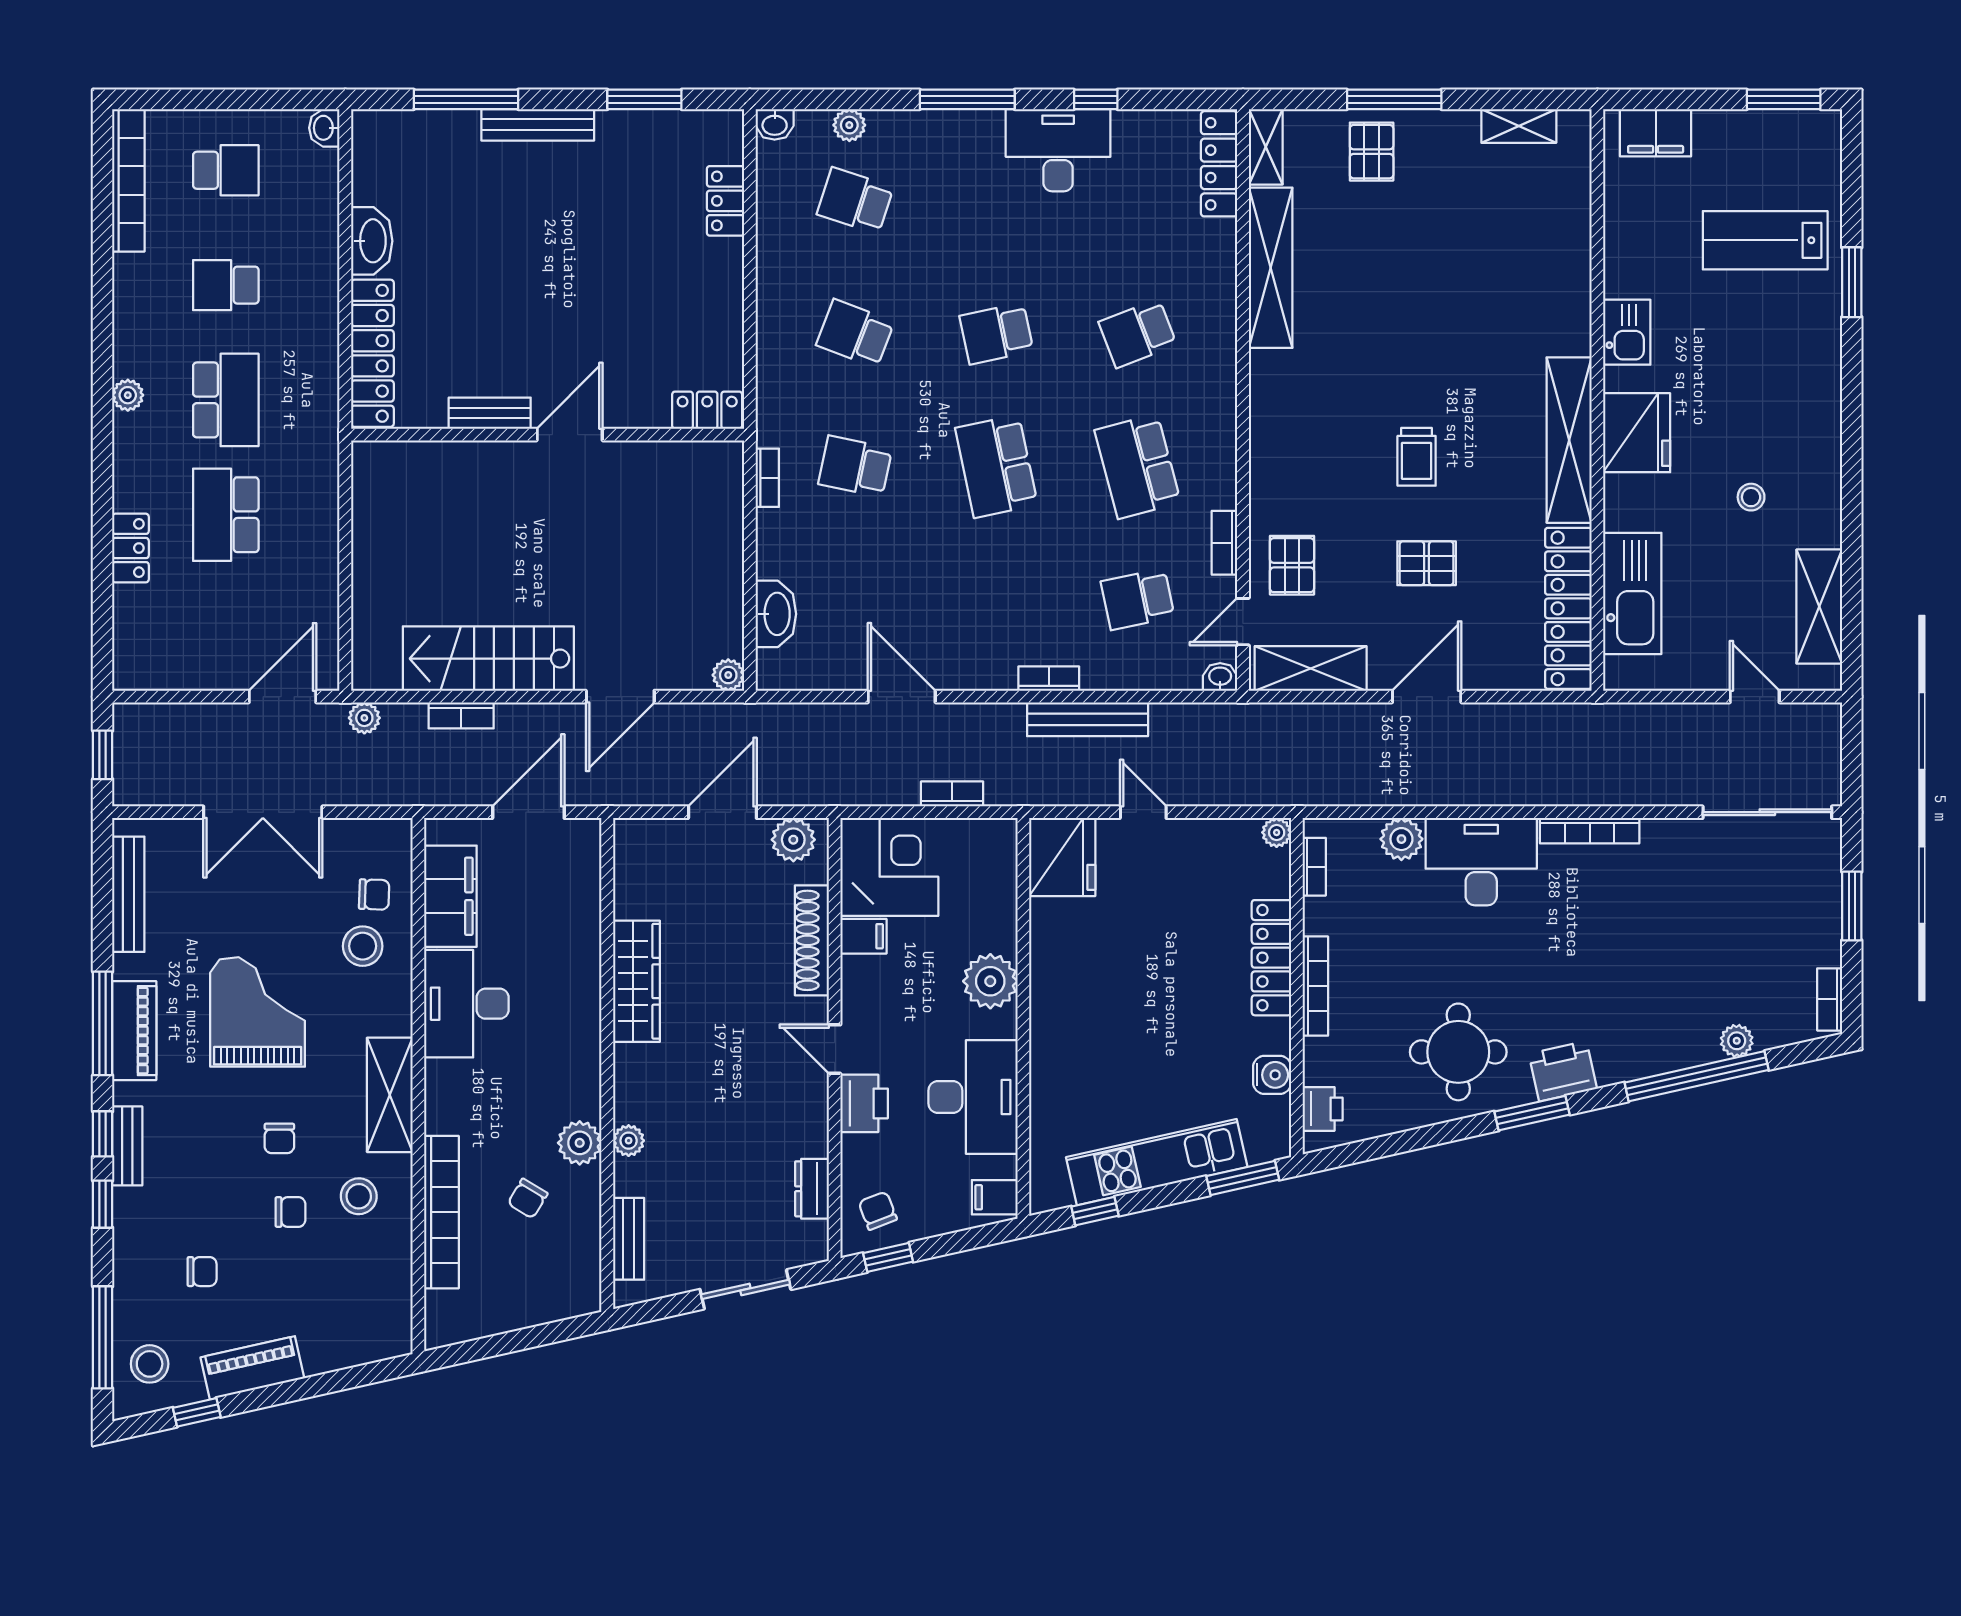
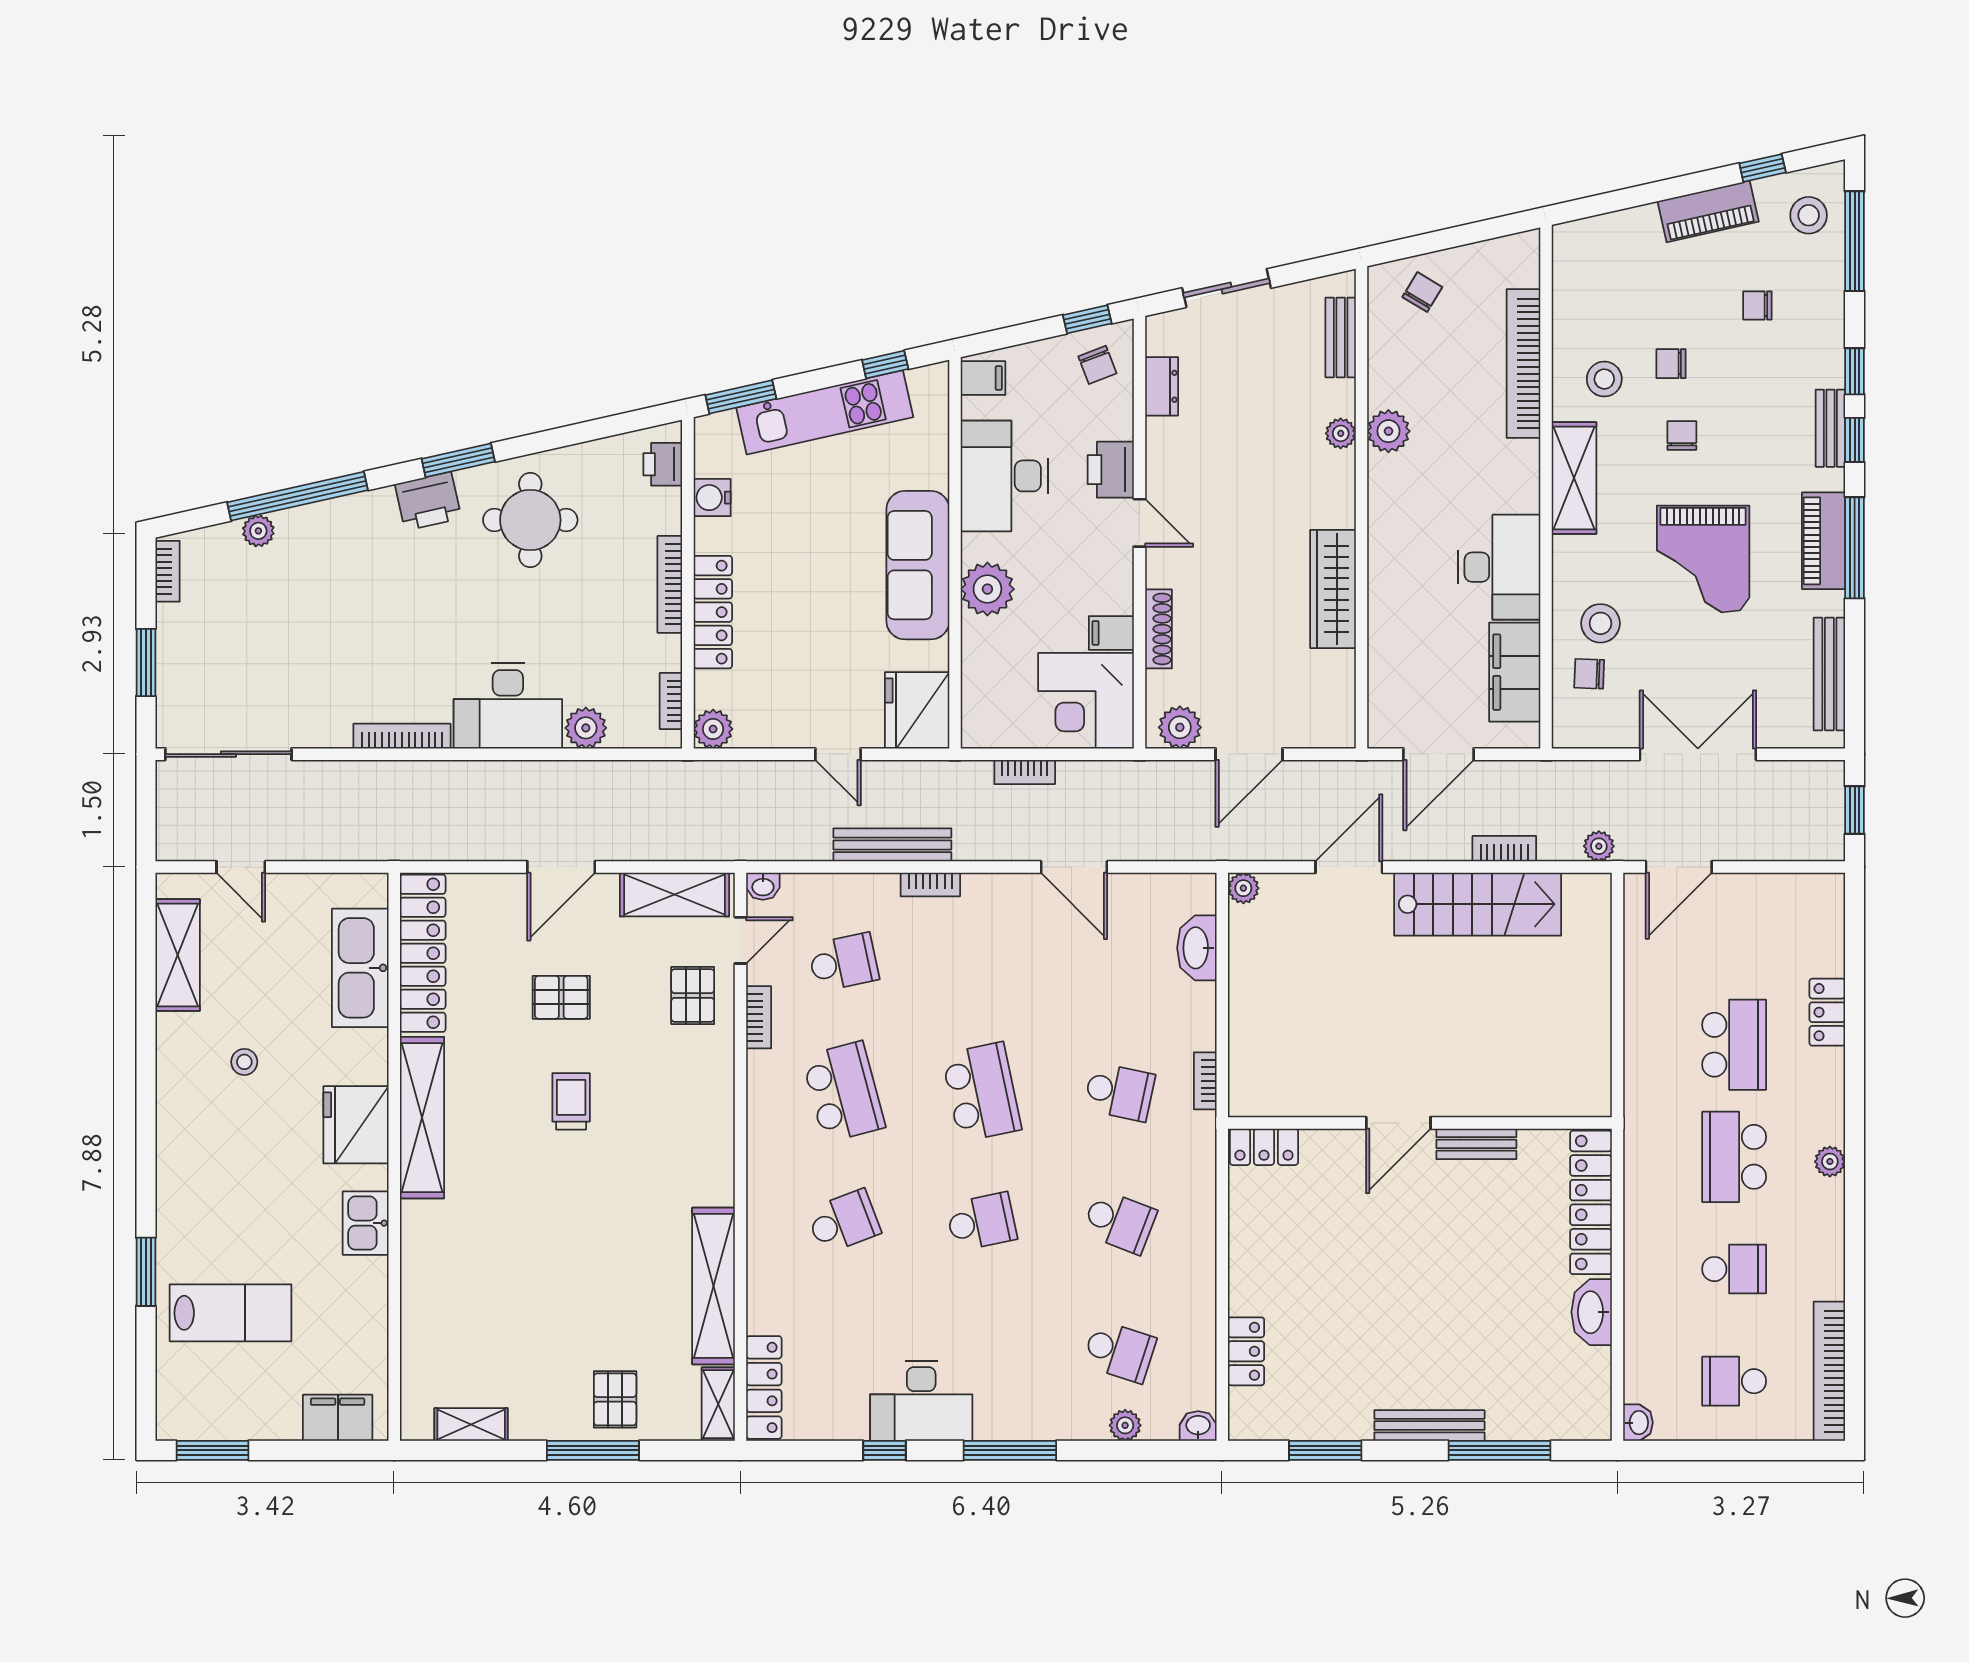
plant: (1277, 832) -> (713, 729), width x1.38, depth x1.38
shoe rack: (812, 940) -> (1159, 629), width x0.74, depth x0.81
sofa: (1061, 1006) -> (918, 565), added
chair: (528, 1198) -> (1422, 292), moved

